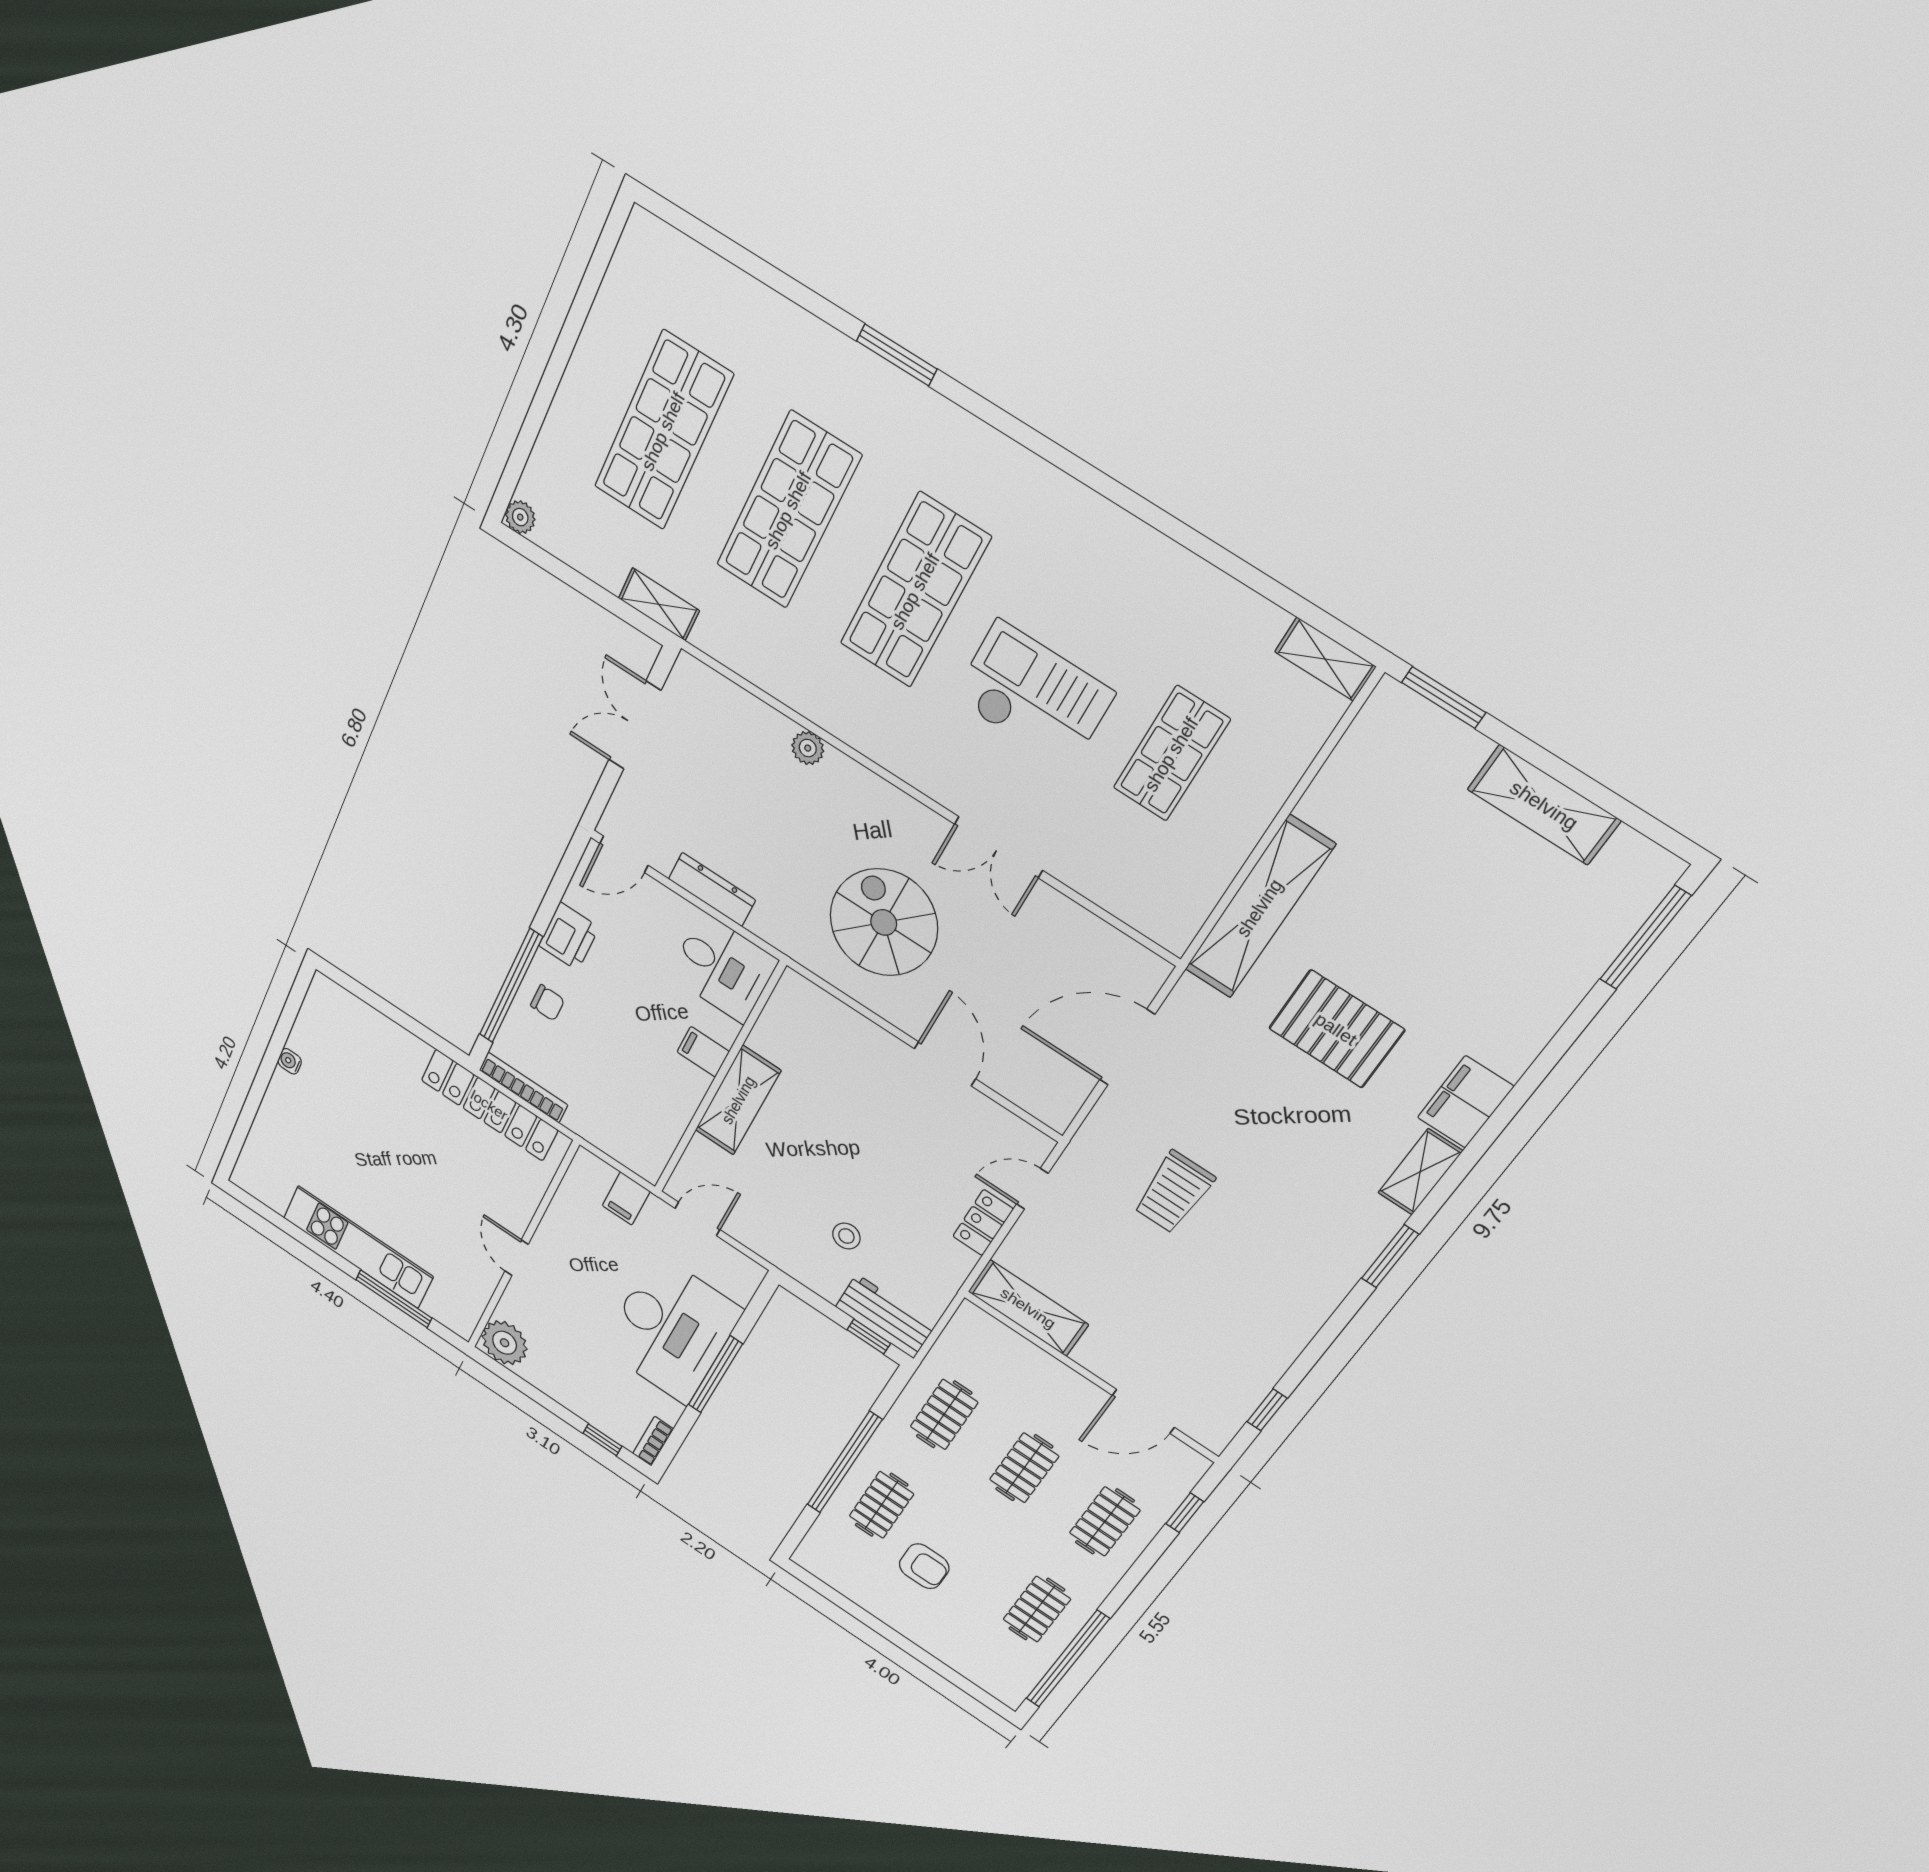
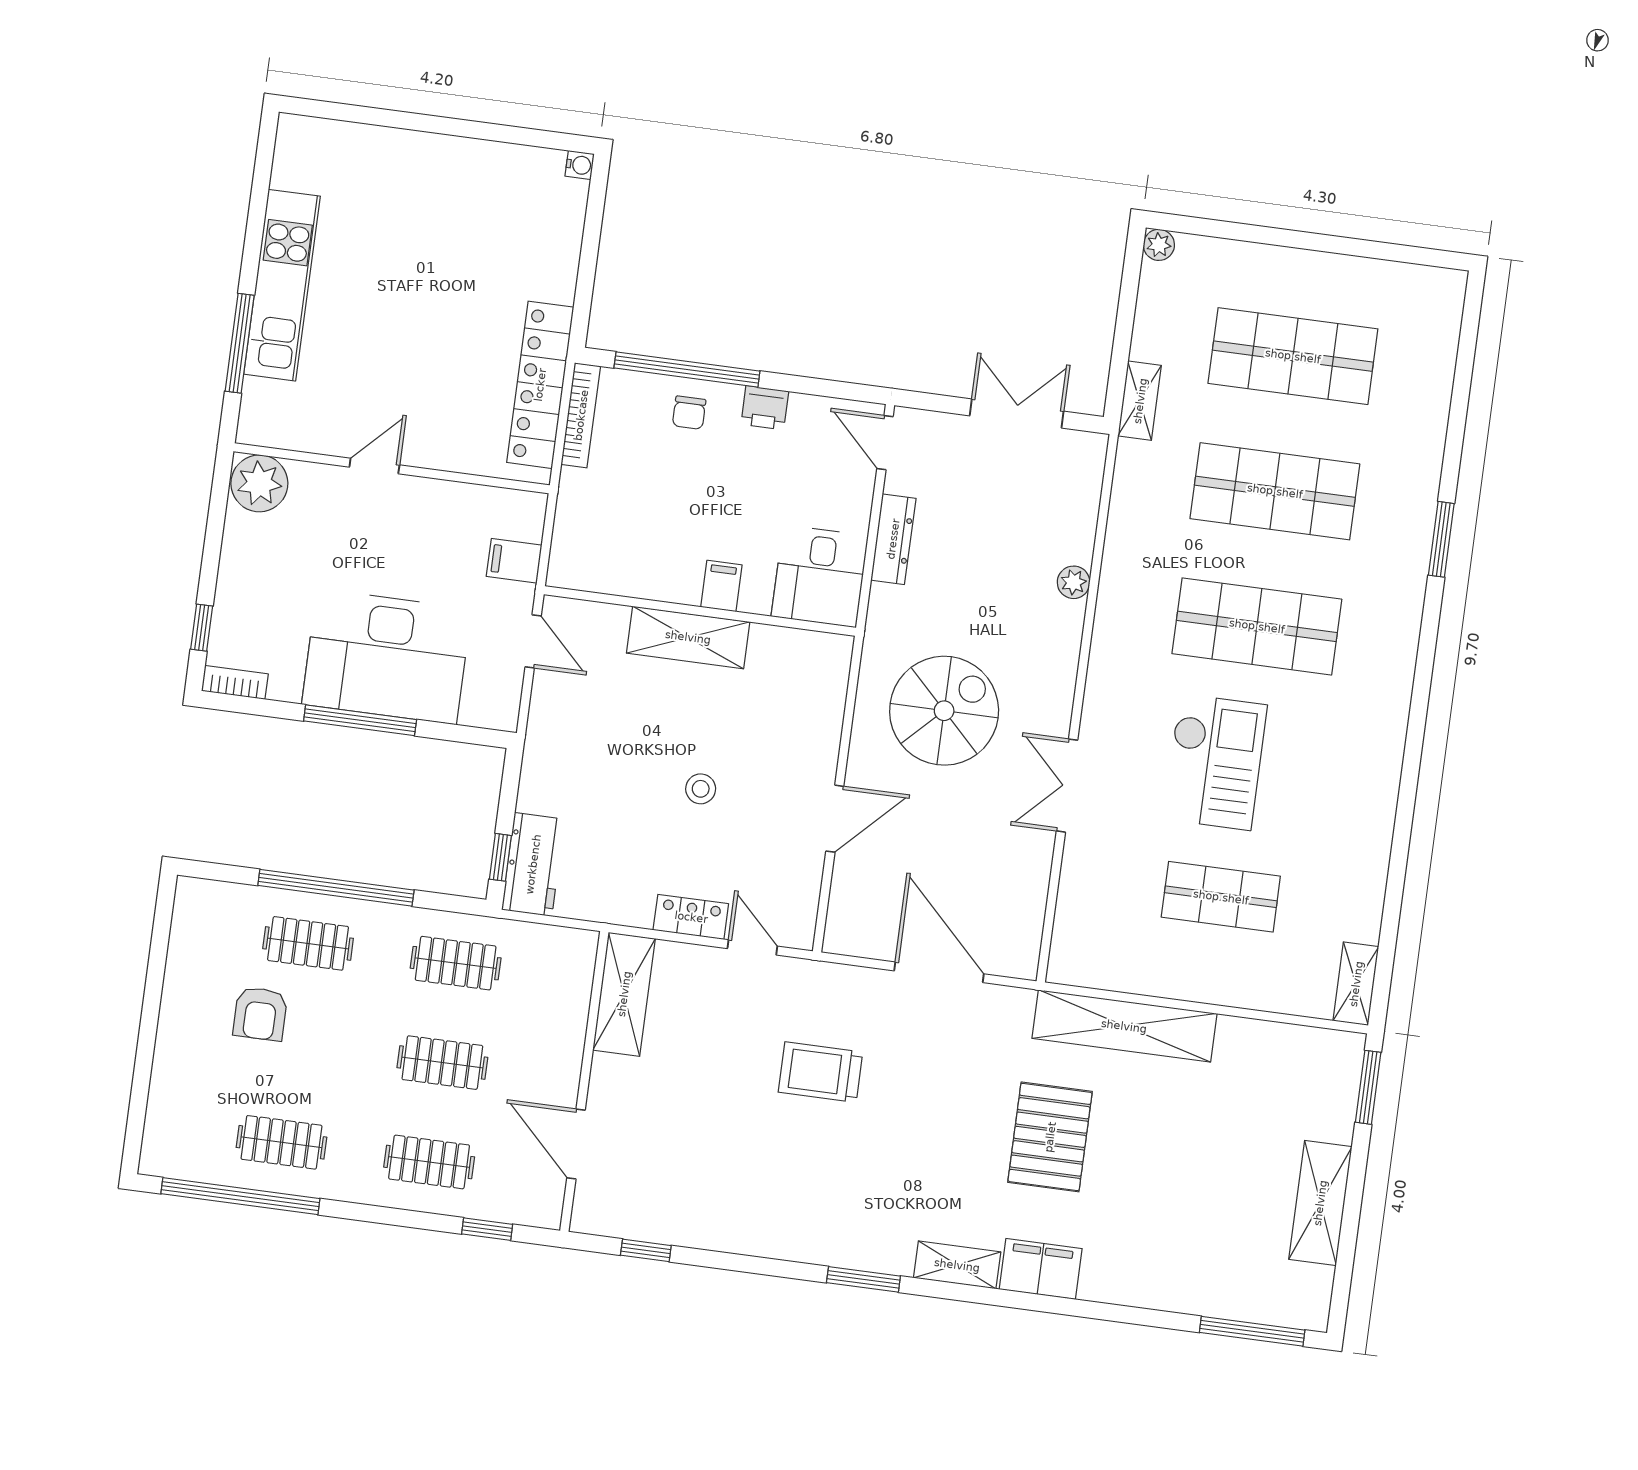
printer: (569, 937) -> (765, 408), width x0.73, depth x0.81
water cooler: (290, 1061) -> (580, 165), moved, turned 90
stool: (846, 1236) -> (701, 789), moved

